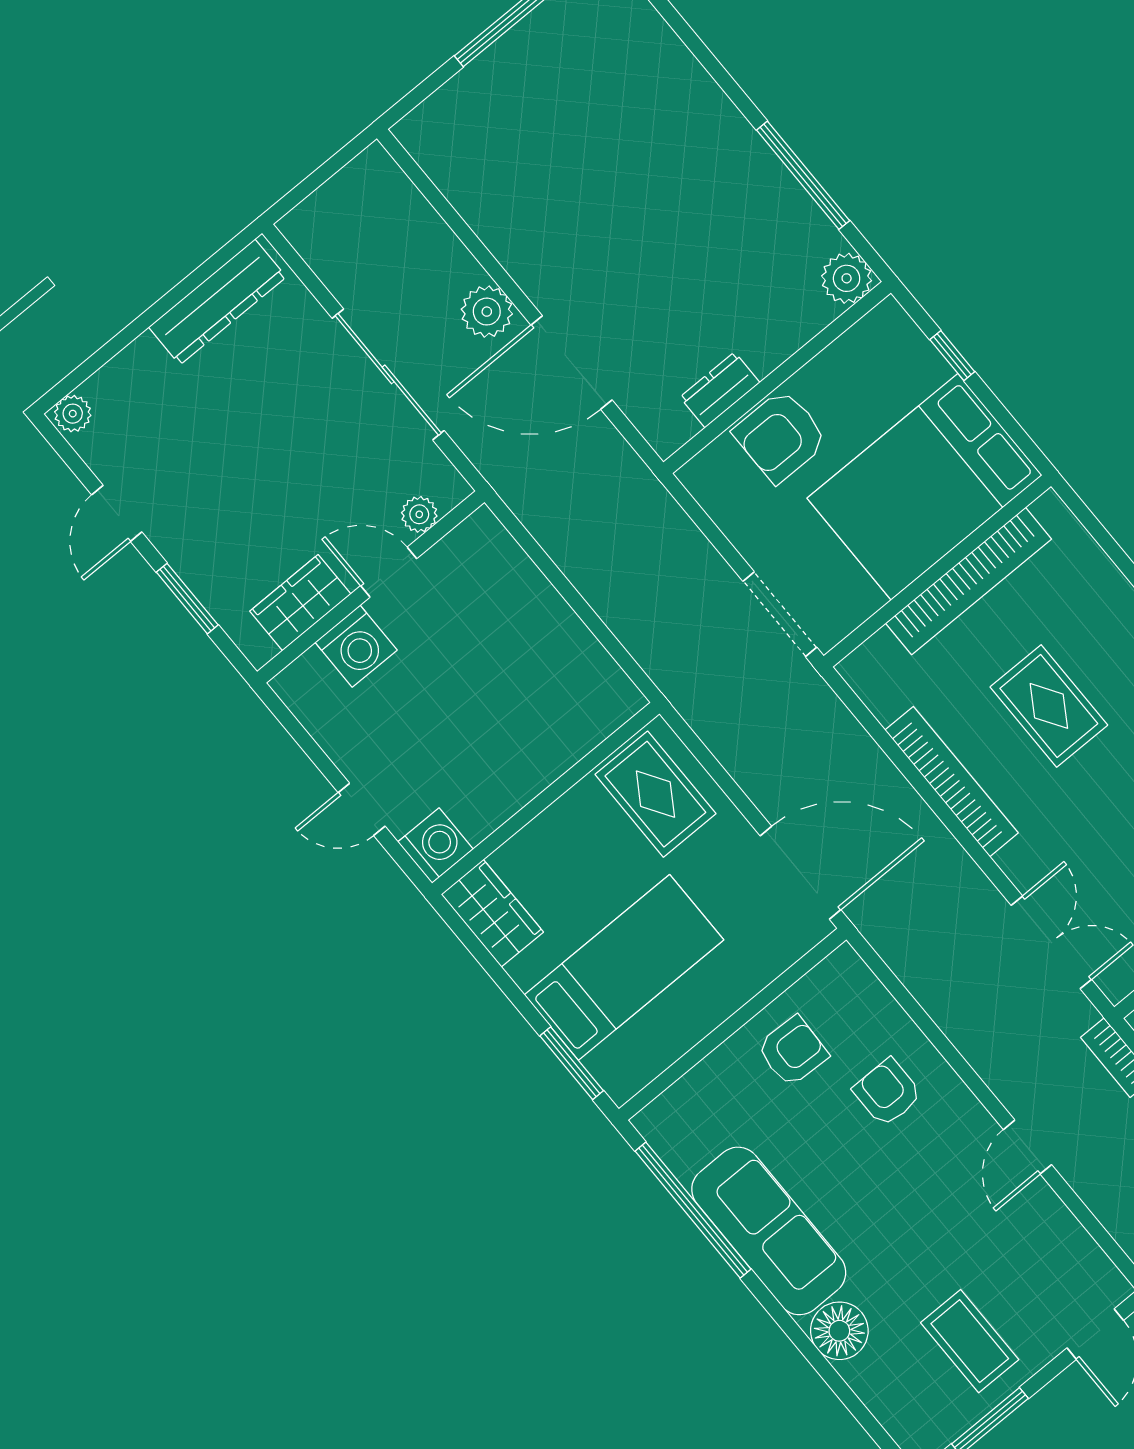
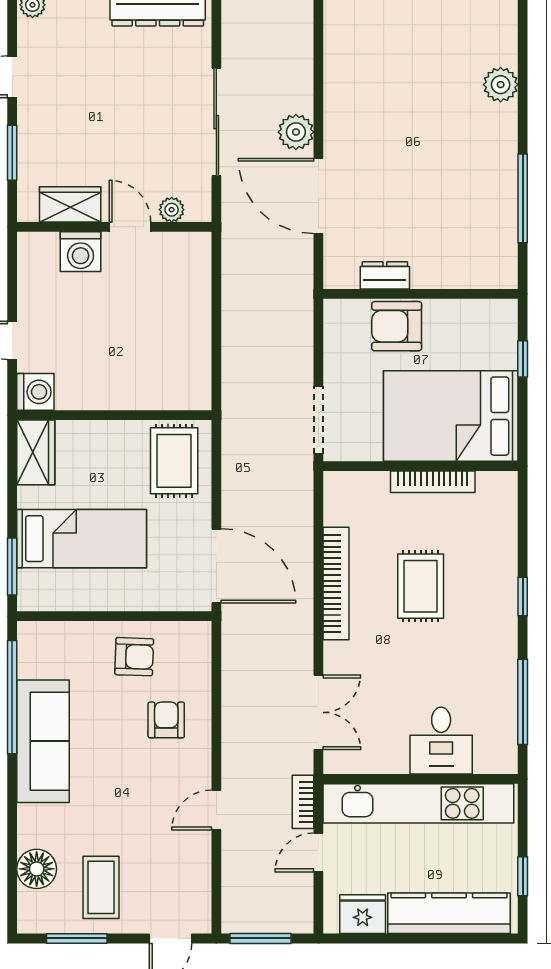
plant: (847, 278) -> (501, 85), moved
bookcase: (969, 581) -> (433, 482), width x0.68, depth x0.76
floor lamp: (839, 1331) -> (37, 869), moved

